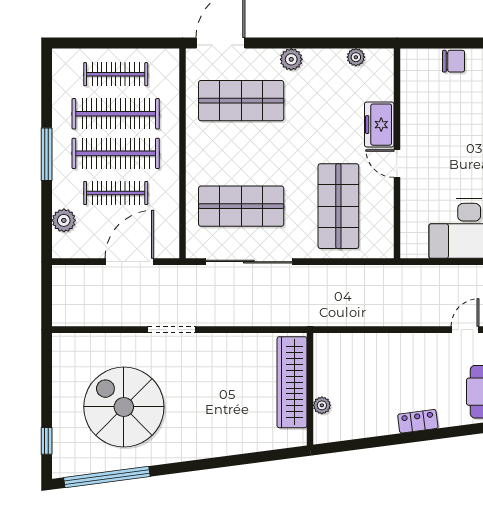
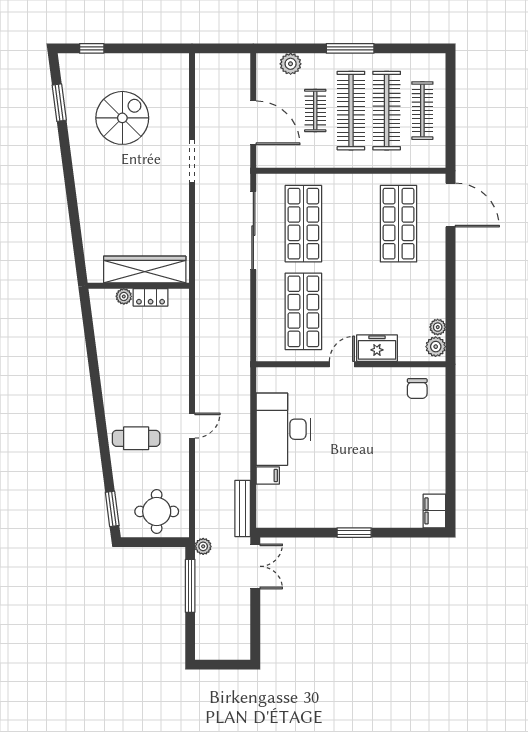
plant: (291, 59) -> (436, 347), moved
chair: (454, 61) -> (417, 388), moved
clothes rail: (116, 193) -> (315, 111), width x0.73
shop shelf: (338, 206) -> (303, 311), turned 90
door: (465, 330) -> (192, 426), hinge flipped
spiral stairs: (124, 407) -> (122, 118), width x0.73, depth x0.73
locker: (418, 421) -> (151, 297), moved, turned 97
window: (107, 477) -> (59, 103), width x0.47

